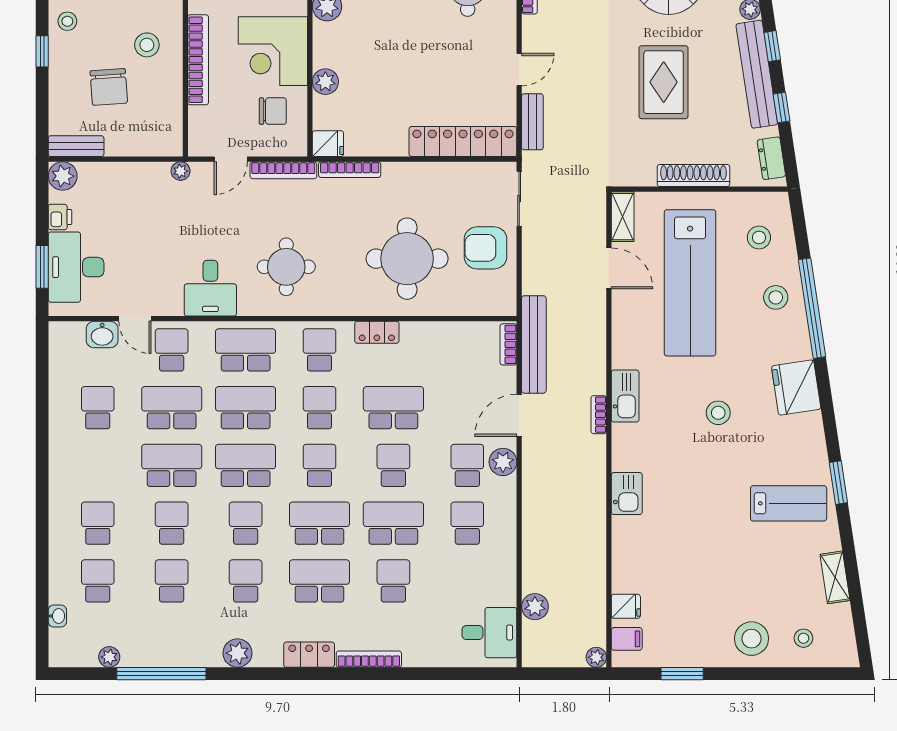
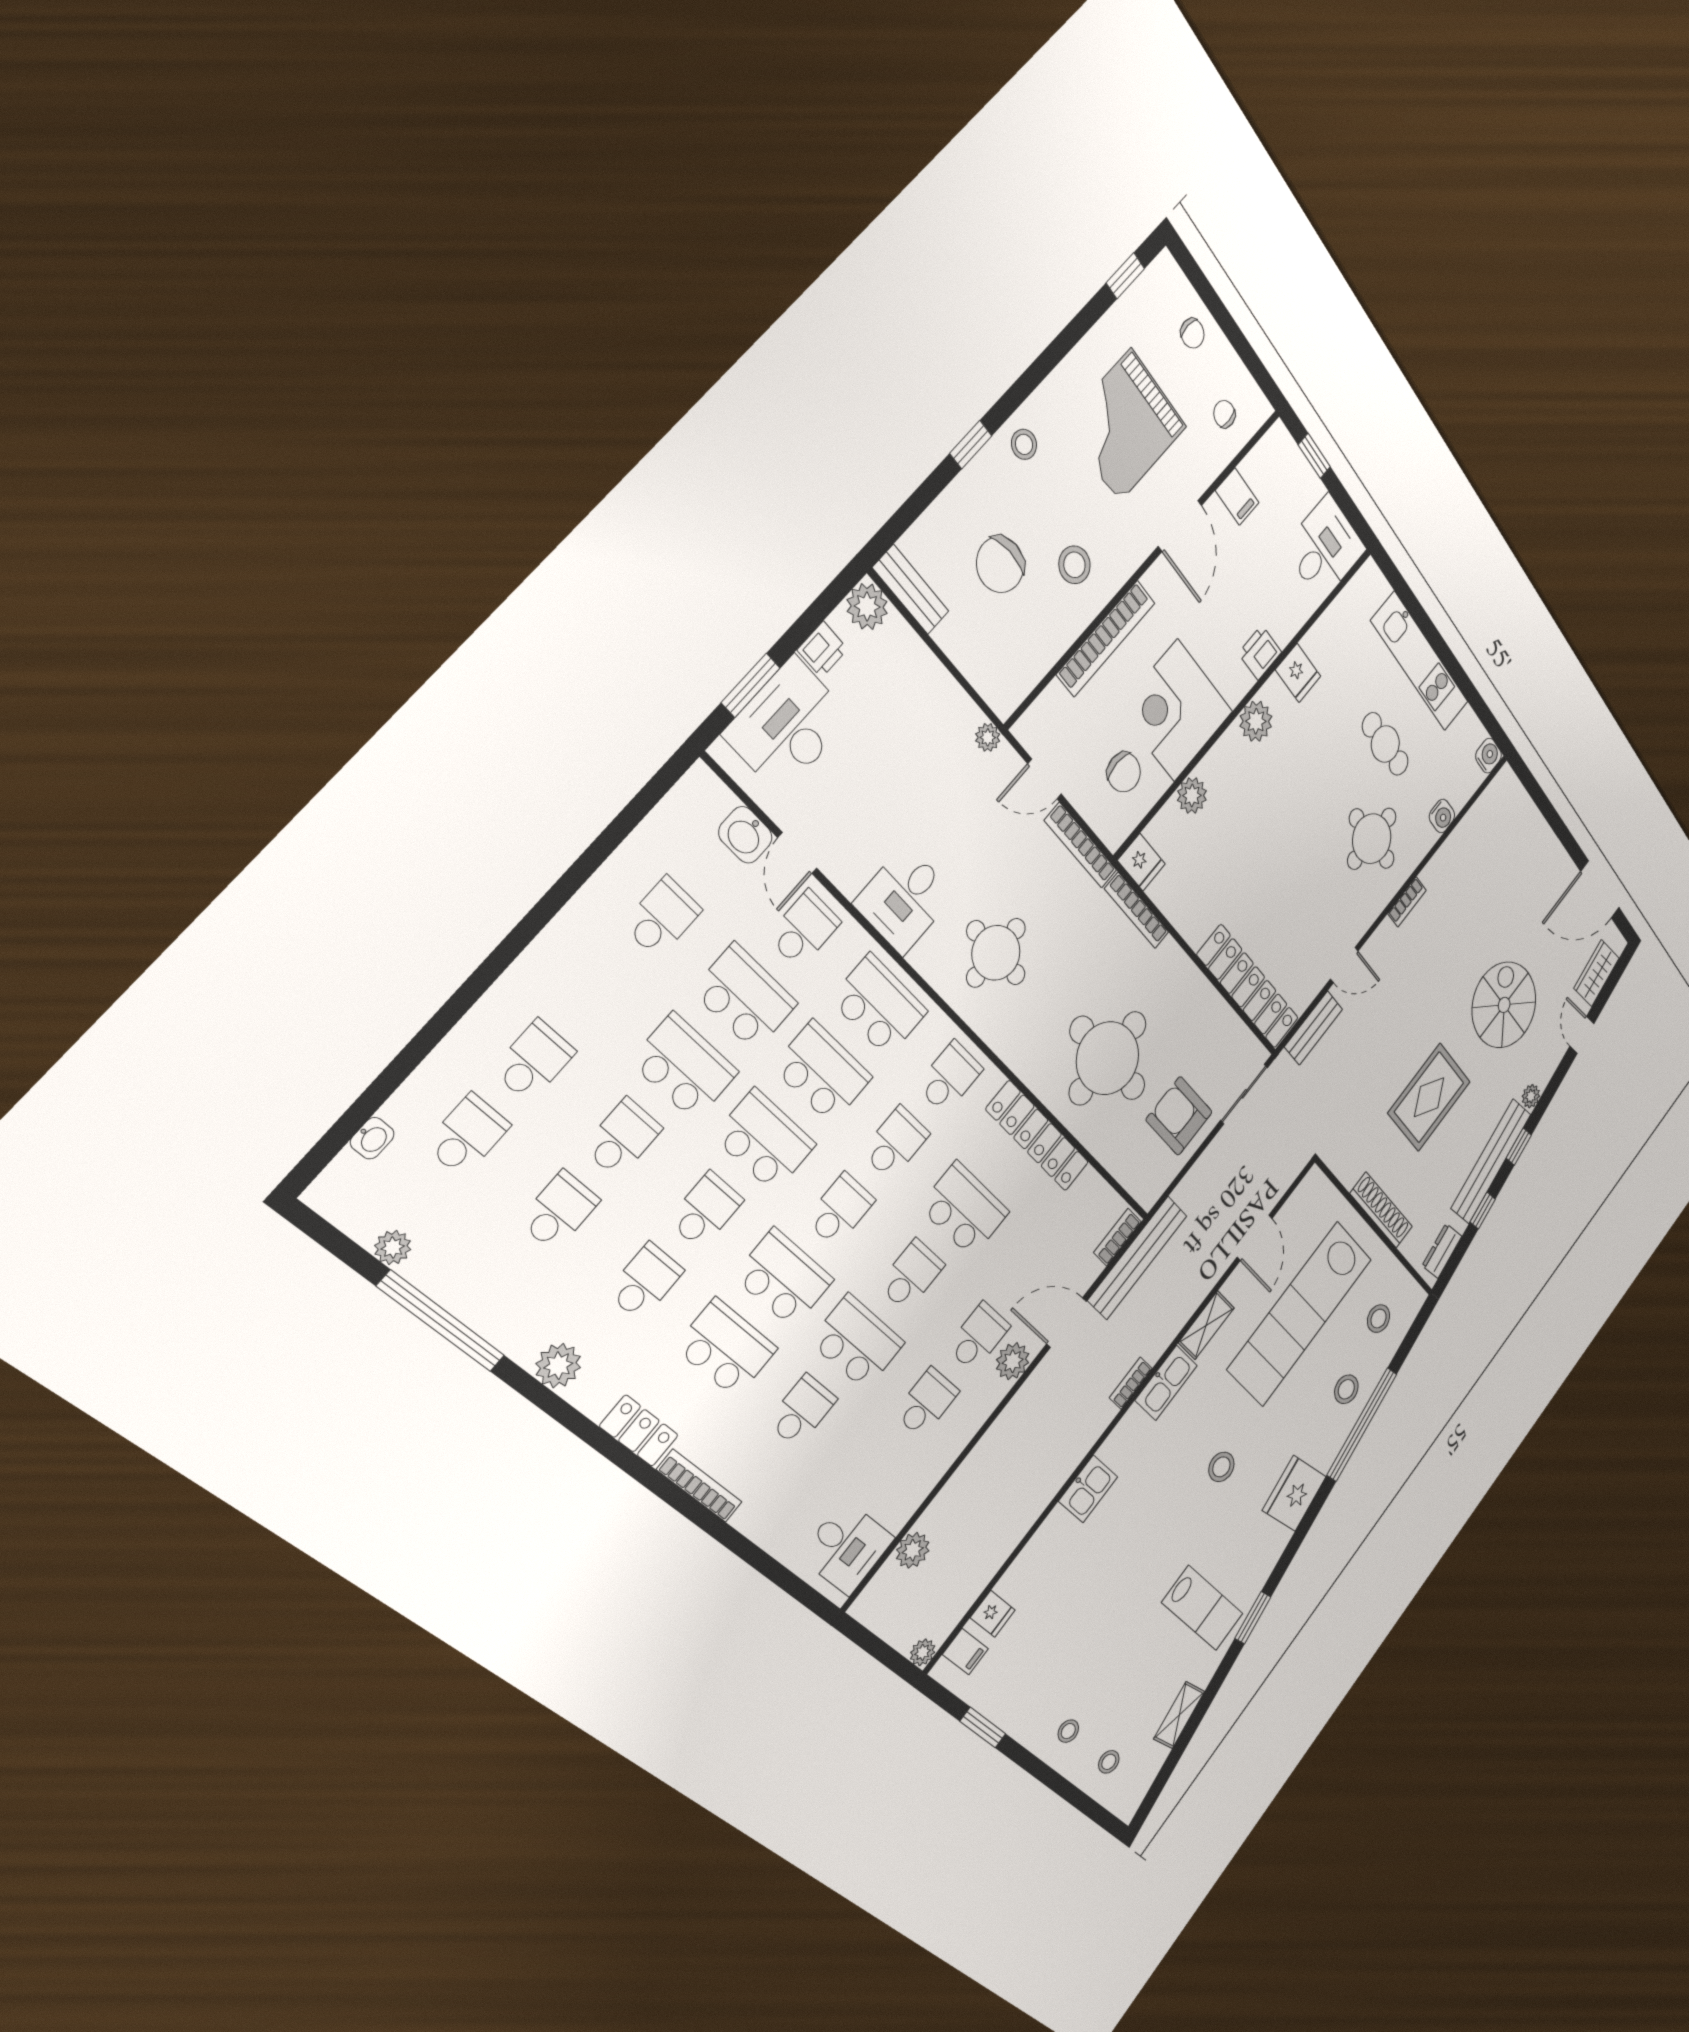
shelving: (623, 217) -> (1206, 1325), moved
locker: (377, 332) -> (1038, 1136), width x2.16, depth x1.21
stool: (751, 639) -> (1068, 1731), width x0.53, depth x0.53

